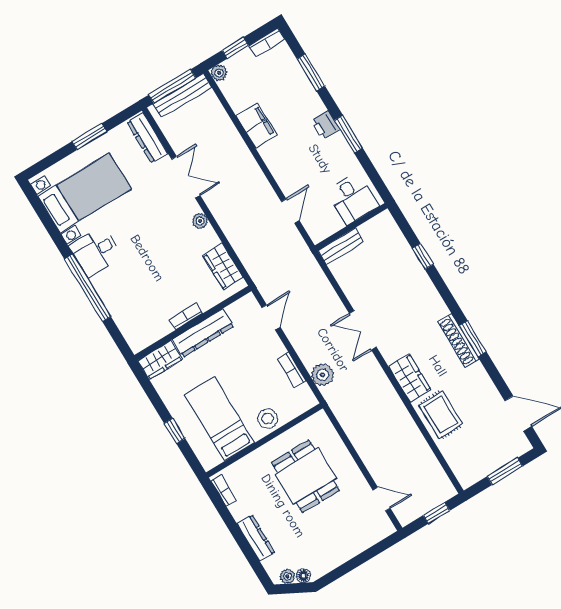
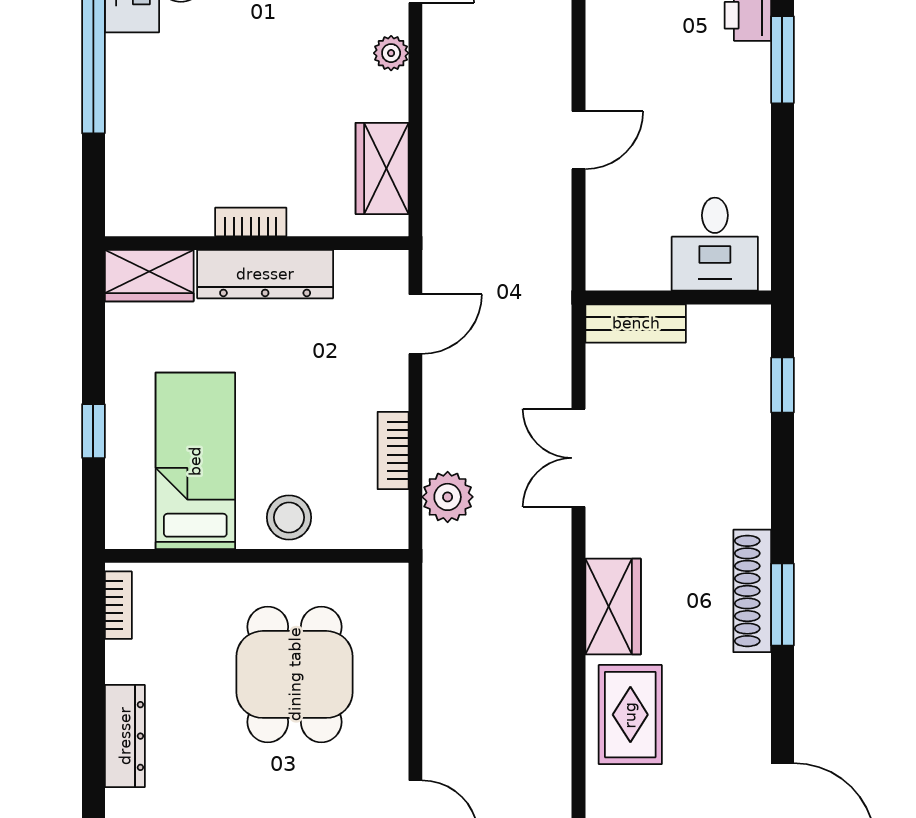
desk: (353, 198) -> (715, 244), moved
wall: (351, 227) -> (678, 297), moved
bench: (341, 246) -> (636, 323), moved

